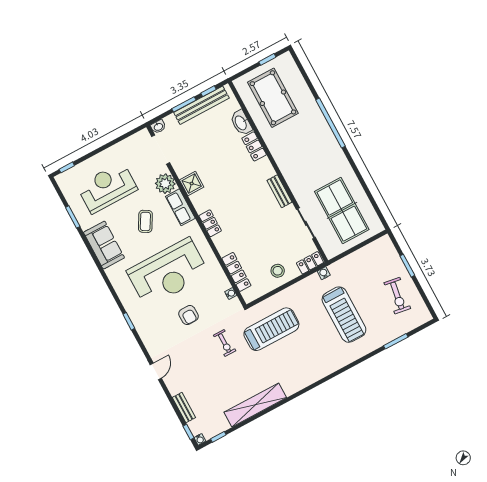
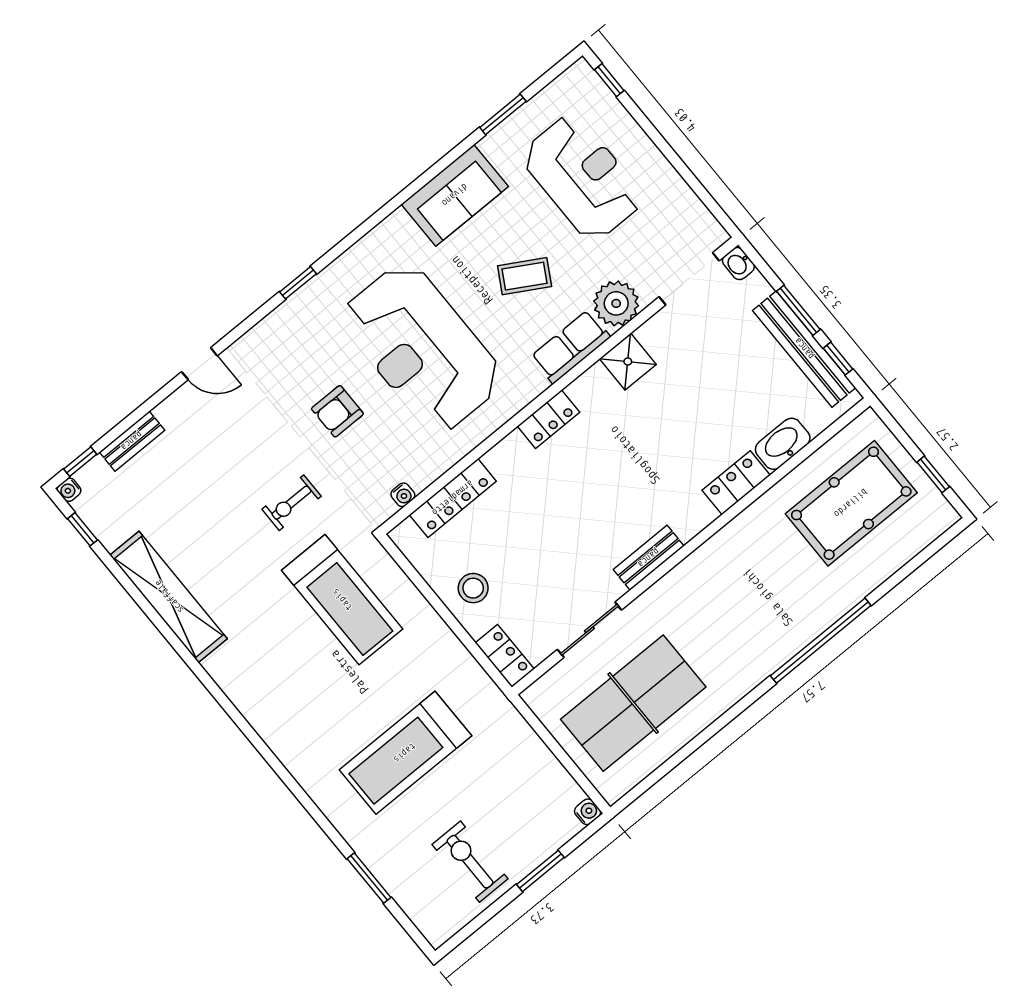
water cooler: (324, 273) -> (588, 812), moved
exercise bike: (397, 296) -> (470, 862), turned 81

